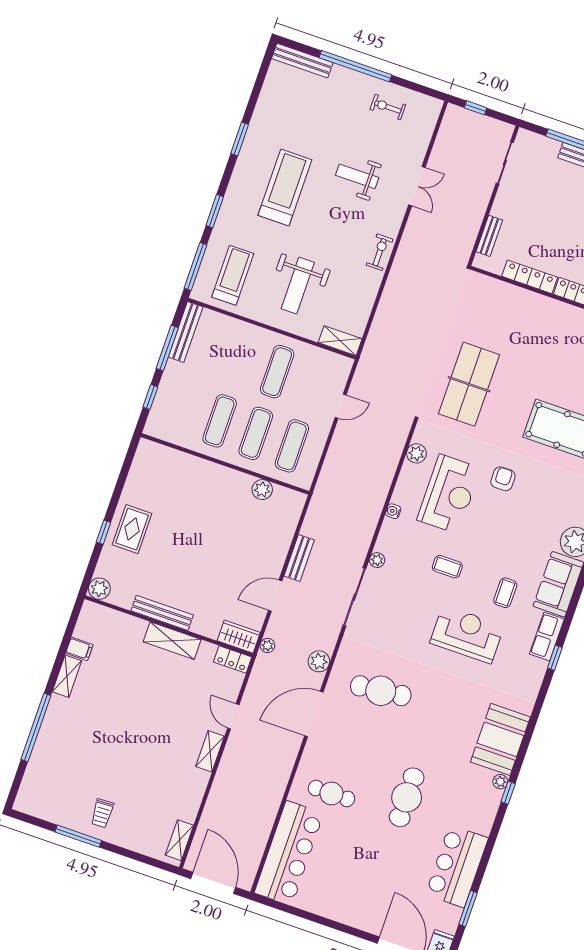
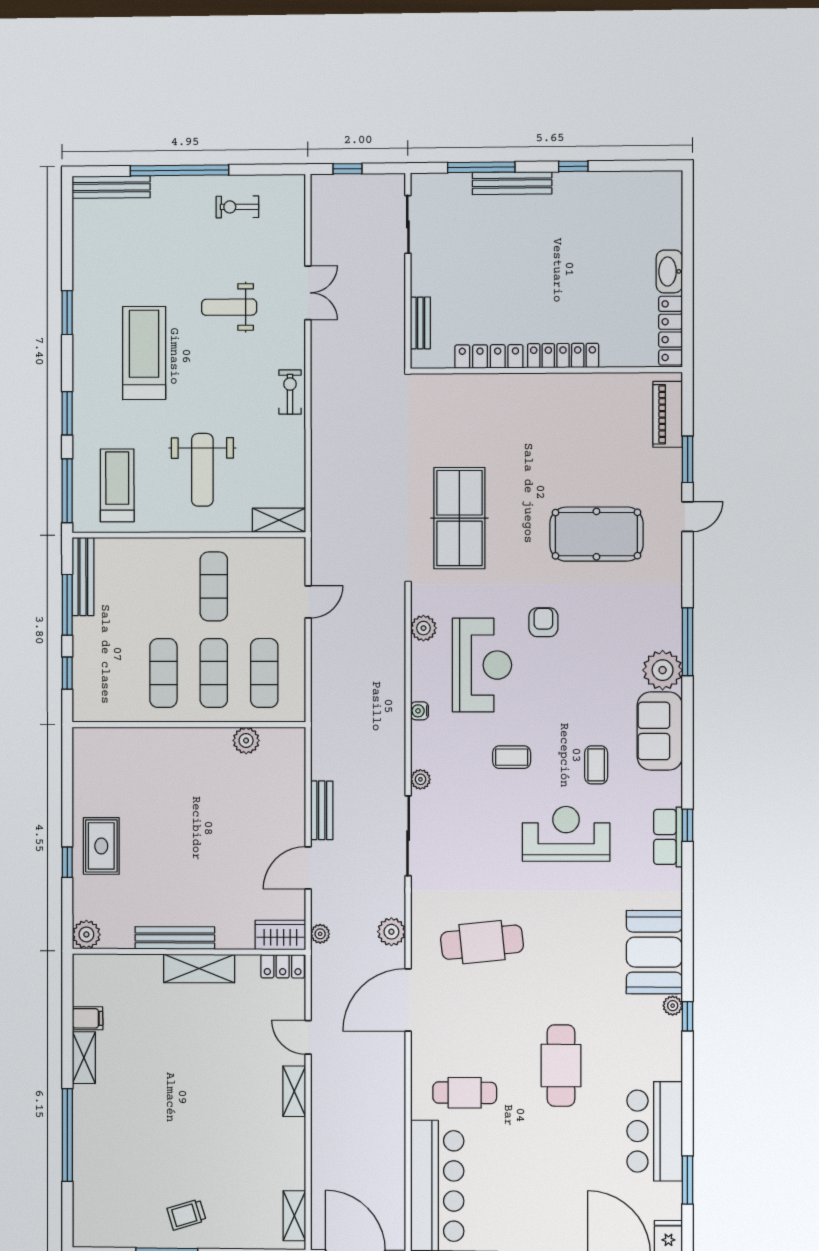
row of seats: (547, 636) -> (668, 837), moved
trolley: (102, 813) -> (186, 1215), turned 76

